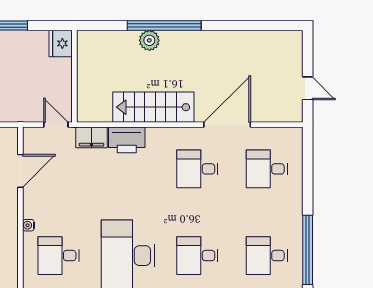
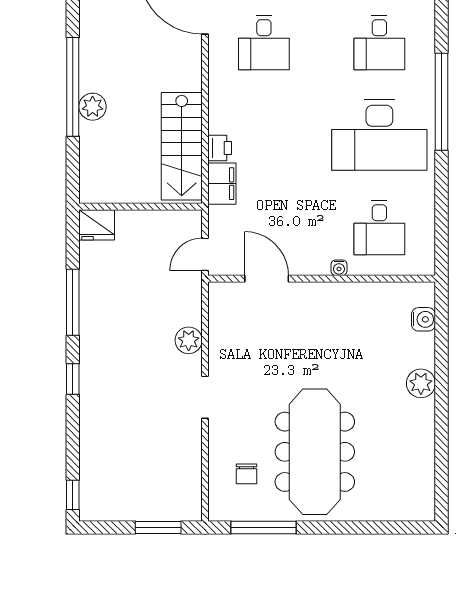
stairs: (153, 107) -> (182, 146), moved
door: (56, 125) -> (205, 254), moved
printer: (127, 140) -> (220, 148), width x0.53, depth x0.68

